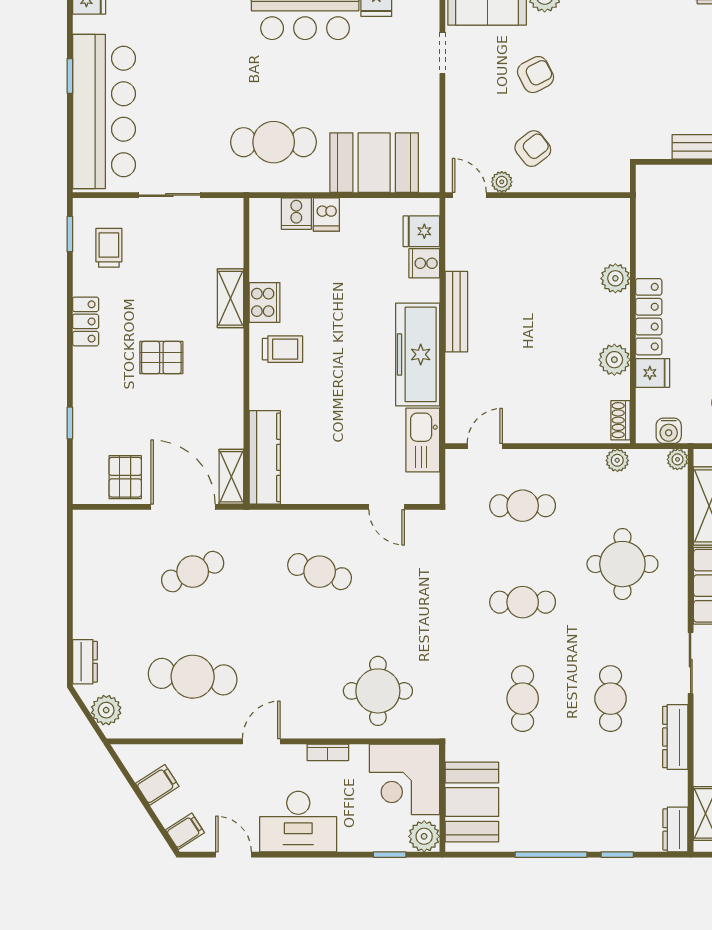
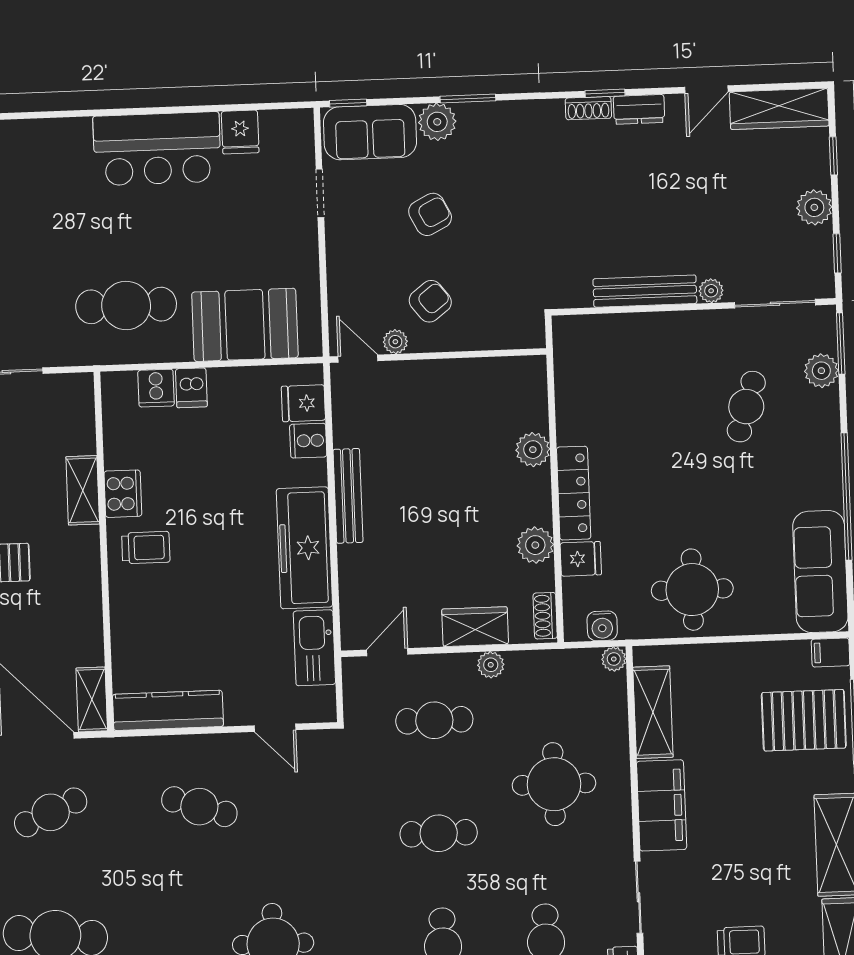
wardrobe: (560, 427) -> (475, 627), added
kitchen counter: (265, 457) -> (168, 710), moved, turned -90
plant: (617, 460) -> (491, 665), moved

